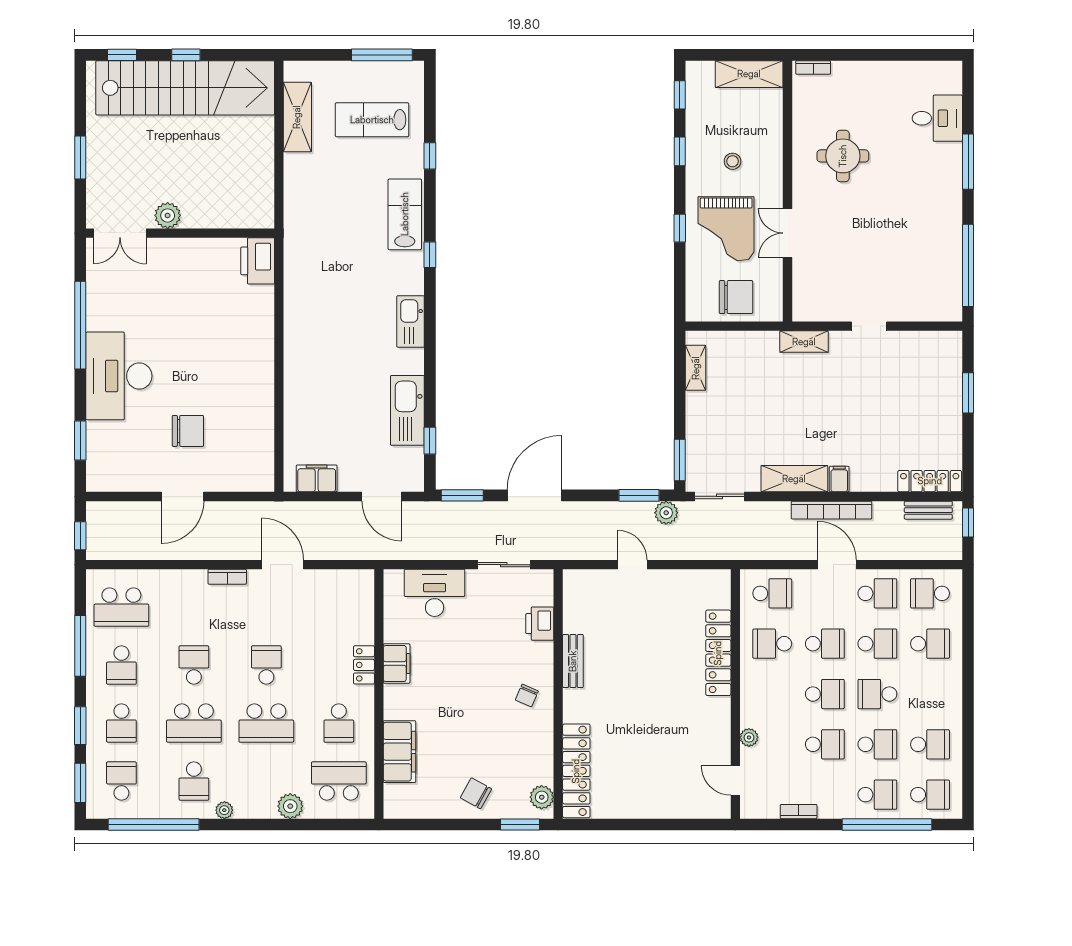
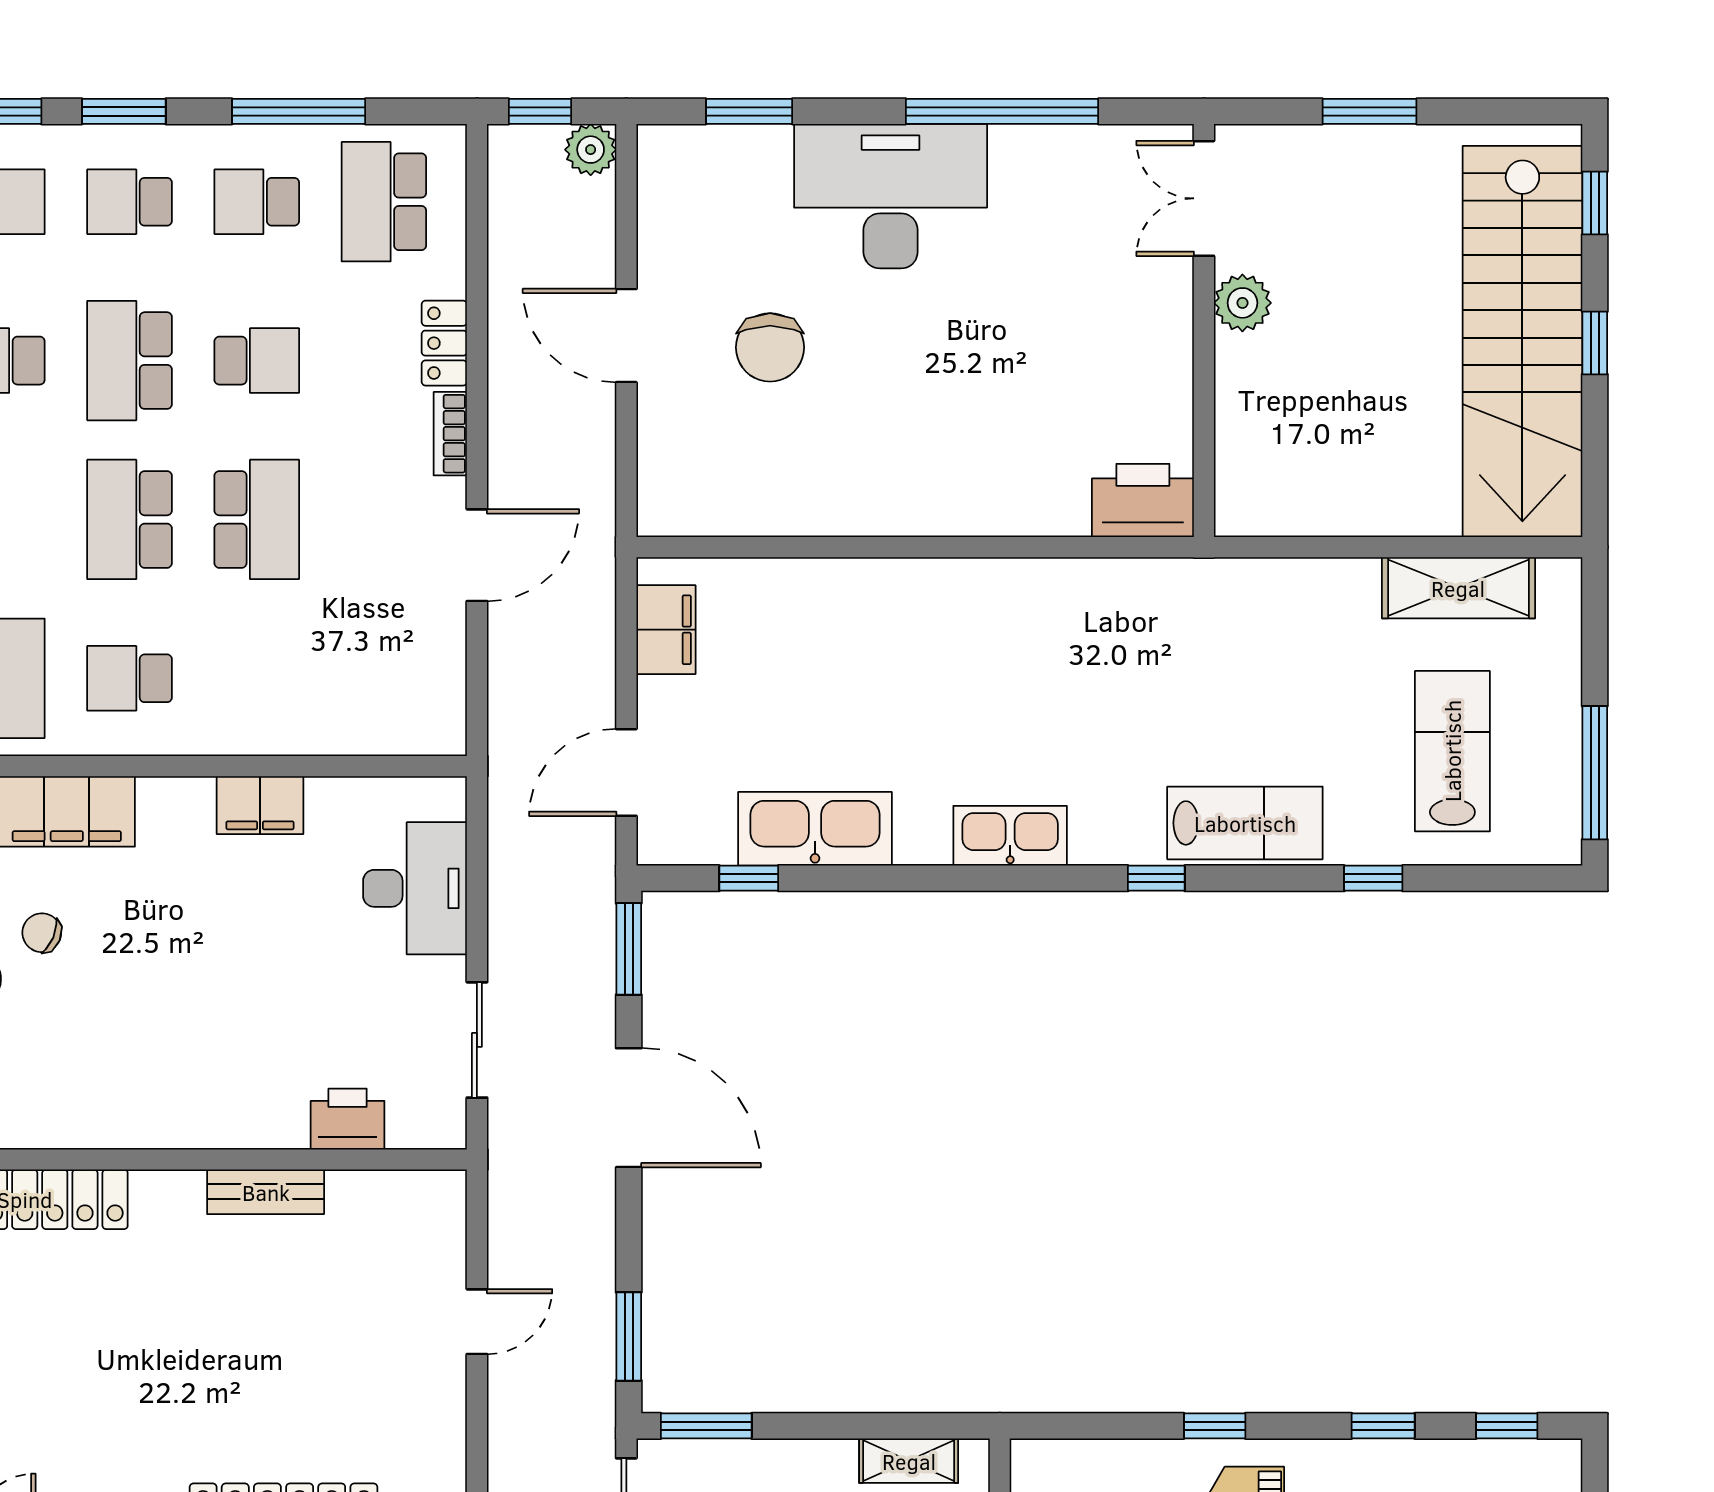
plant: (666, 513) -> (591, 150), moved
school desk: (266, 665) -> (257, 519), width x1.85
locker: (364, 665) -> (444, 343), moved, turned -90
chair: (527, 696) -> (42, 933), moved

